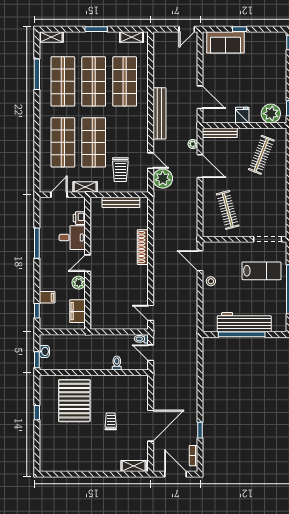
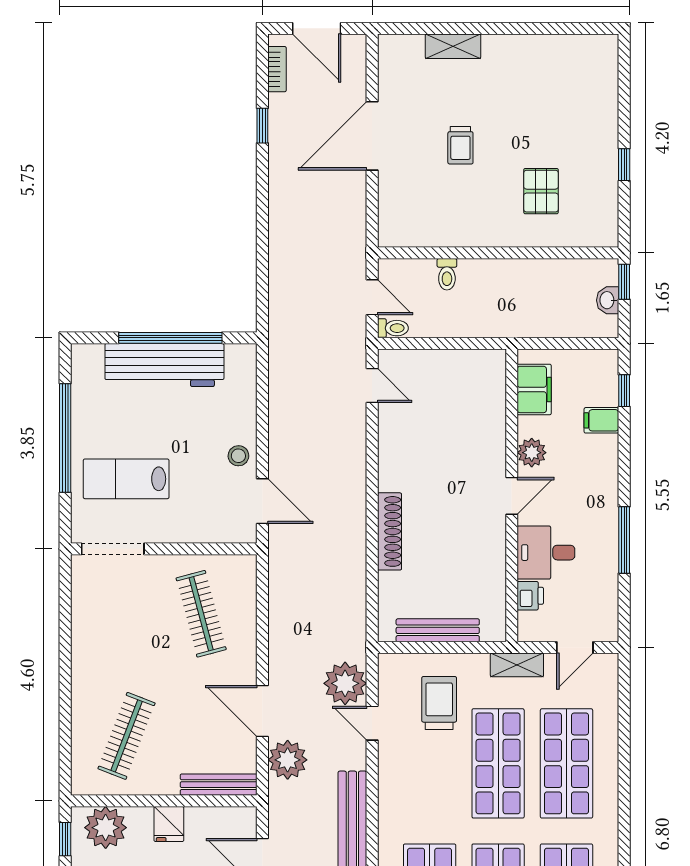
plant: (193, 144) -> (288, 760), width x1.87, depth x1.87
pallet: (74, 401) -> (541, 191), width x0.49, depth x0.50
shelving: (134, 466) -> (453, 46), moved

